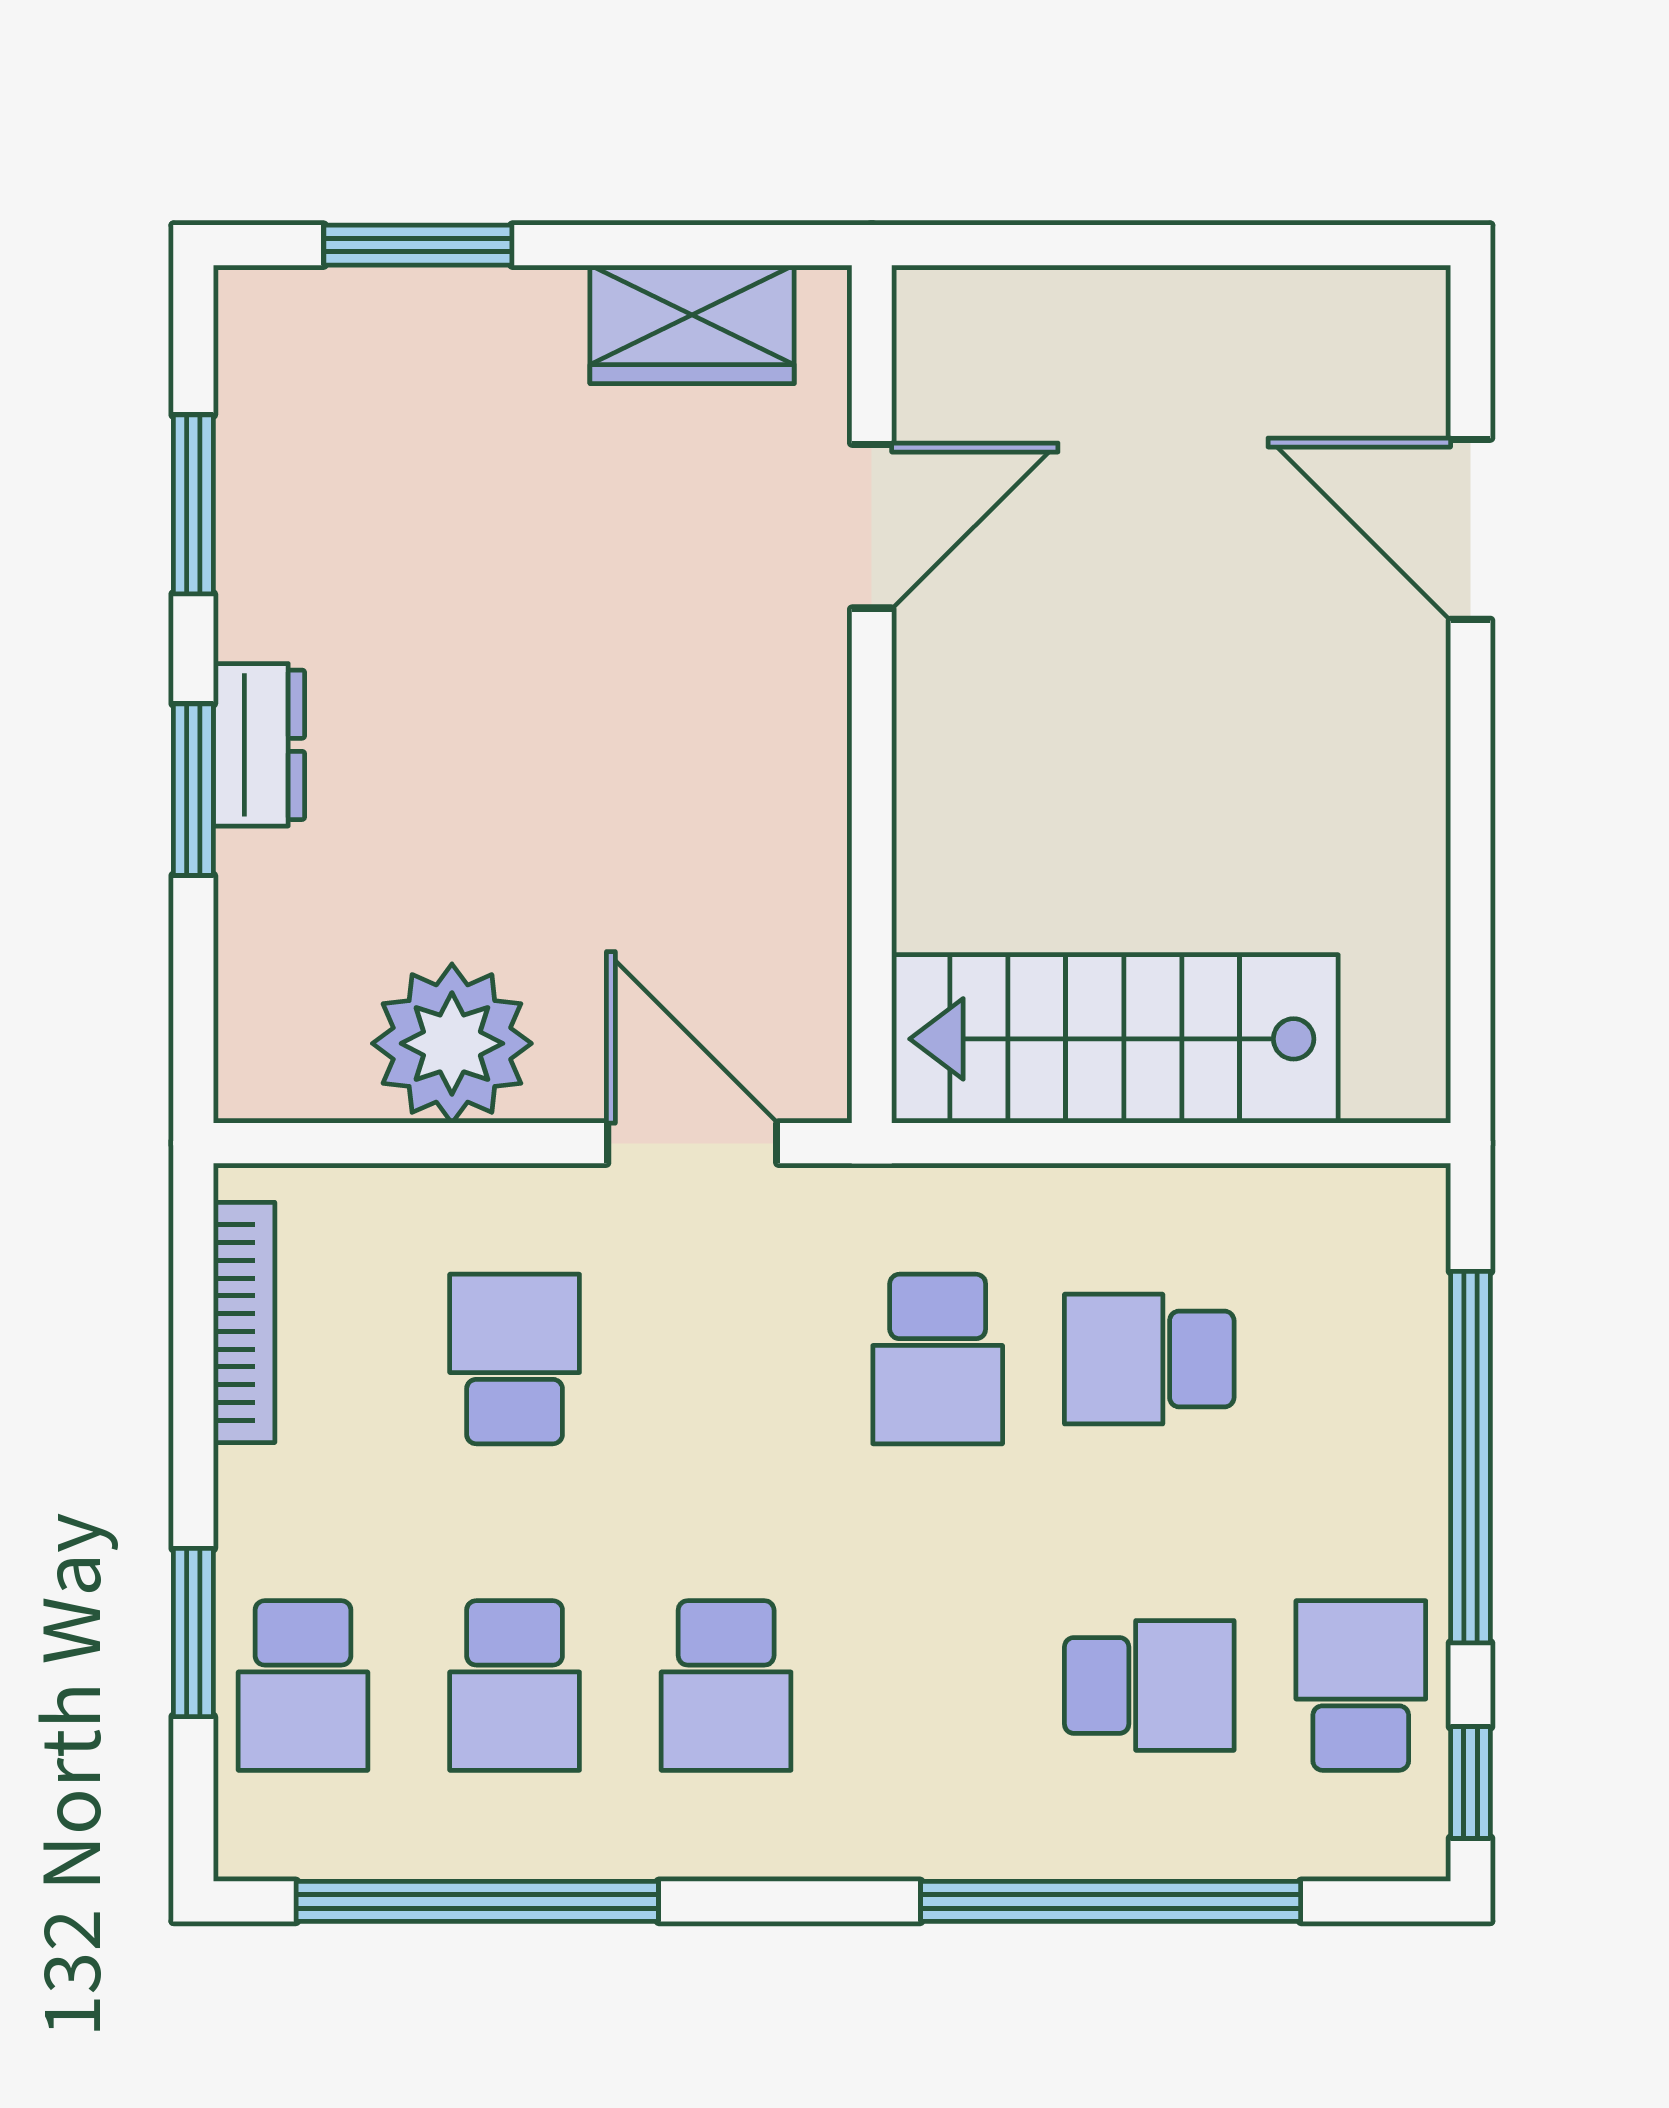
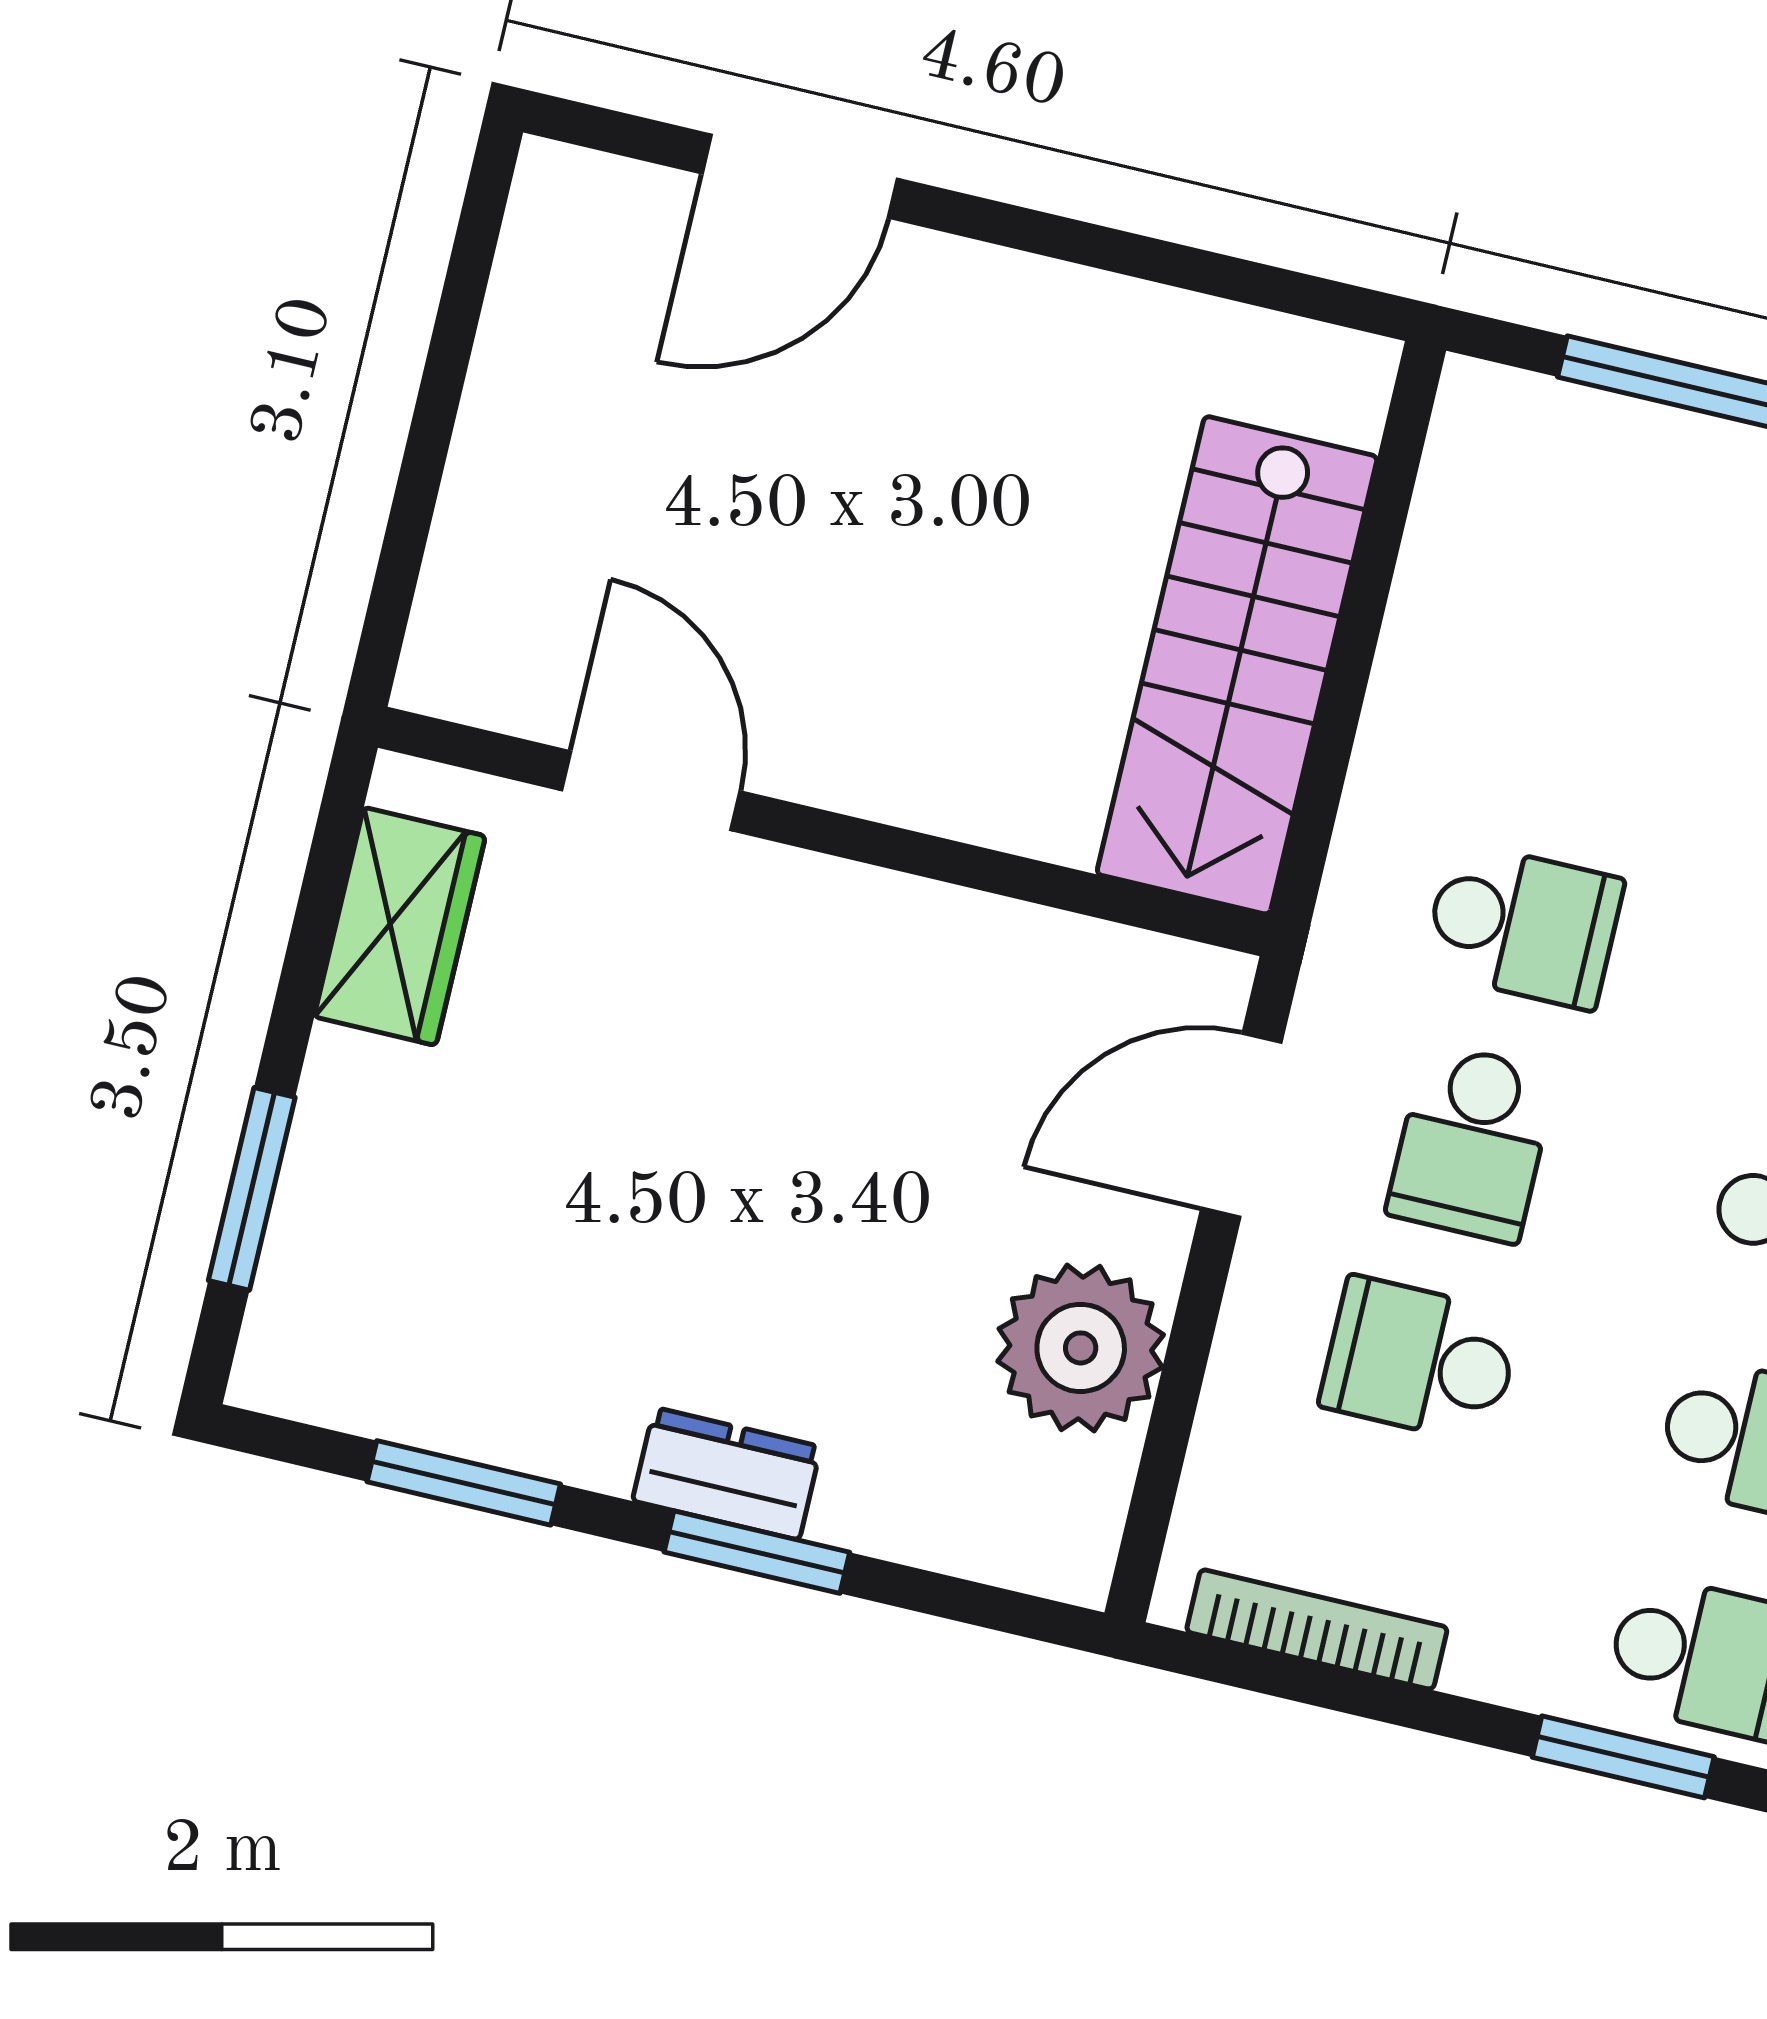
school desk: (1149, 1359) -> (1472, 1143), moved

